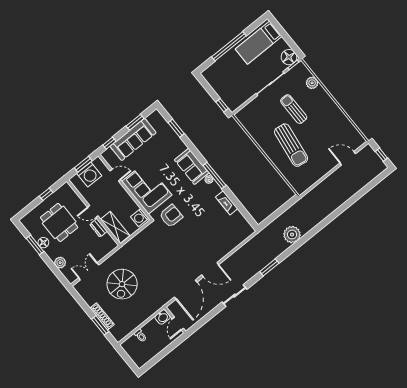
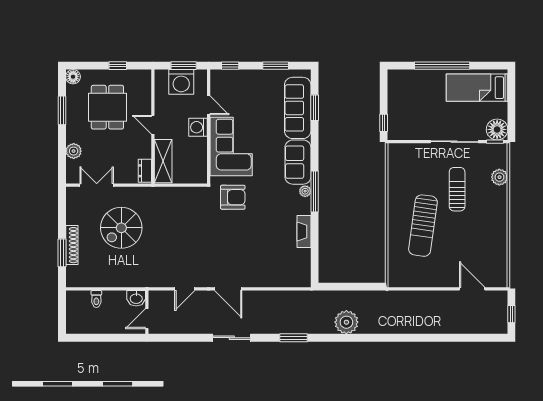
sofa: (133, 140) -> (298, 108), moved, turned 90
washing machine: (140, 218) -> (198, 127), moved
dresser: (98, 228) -> (145, 171), moved
floor lamp: (43, 243) -> (73, 77), moved
door: (186, 290) -> (185, 289), width x0.53

